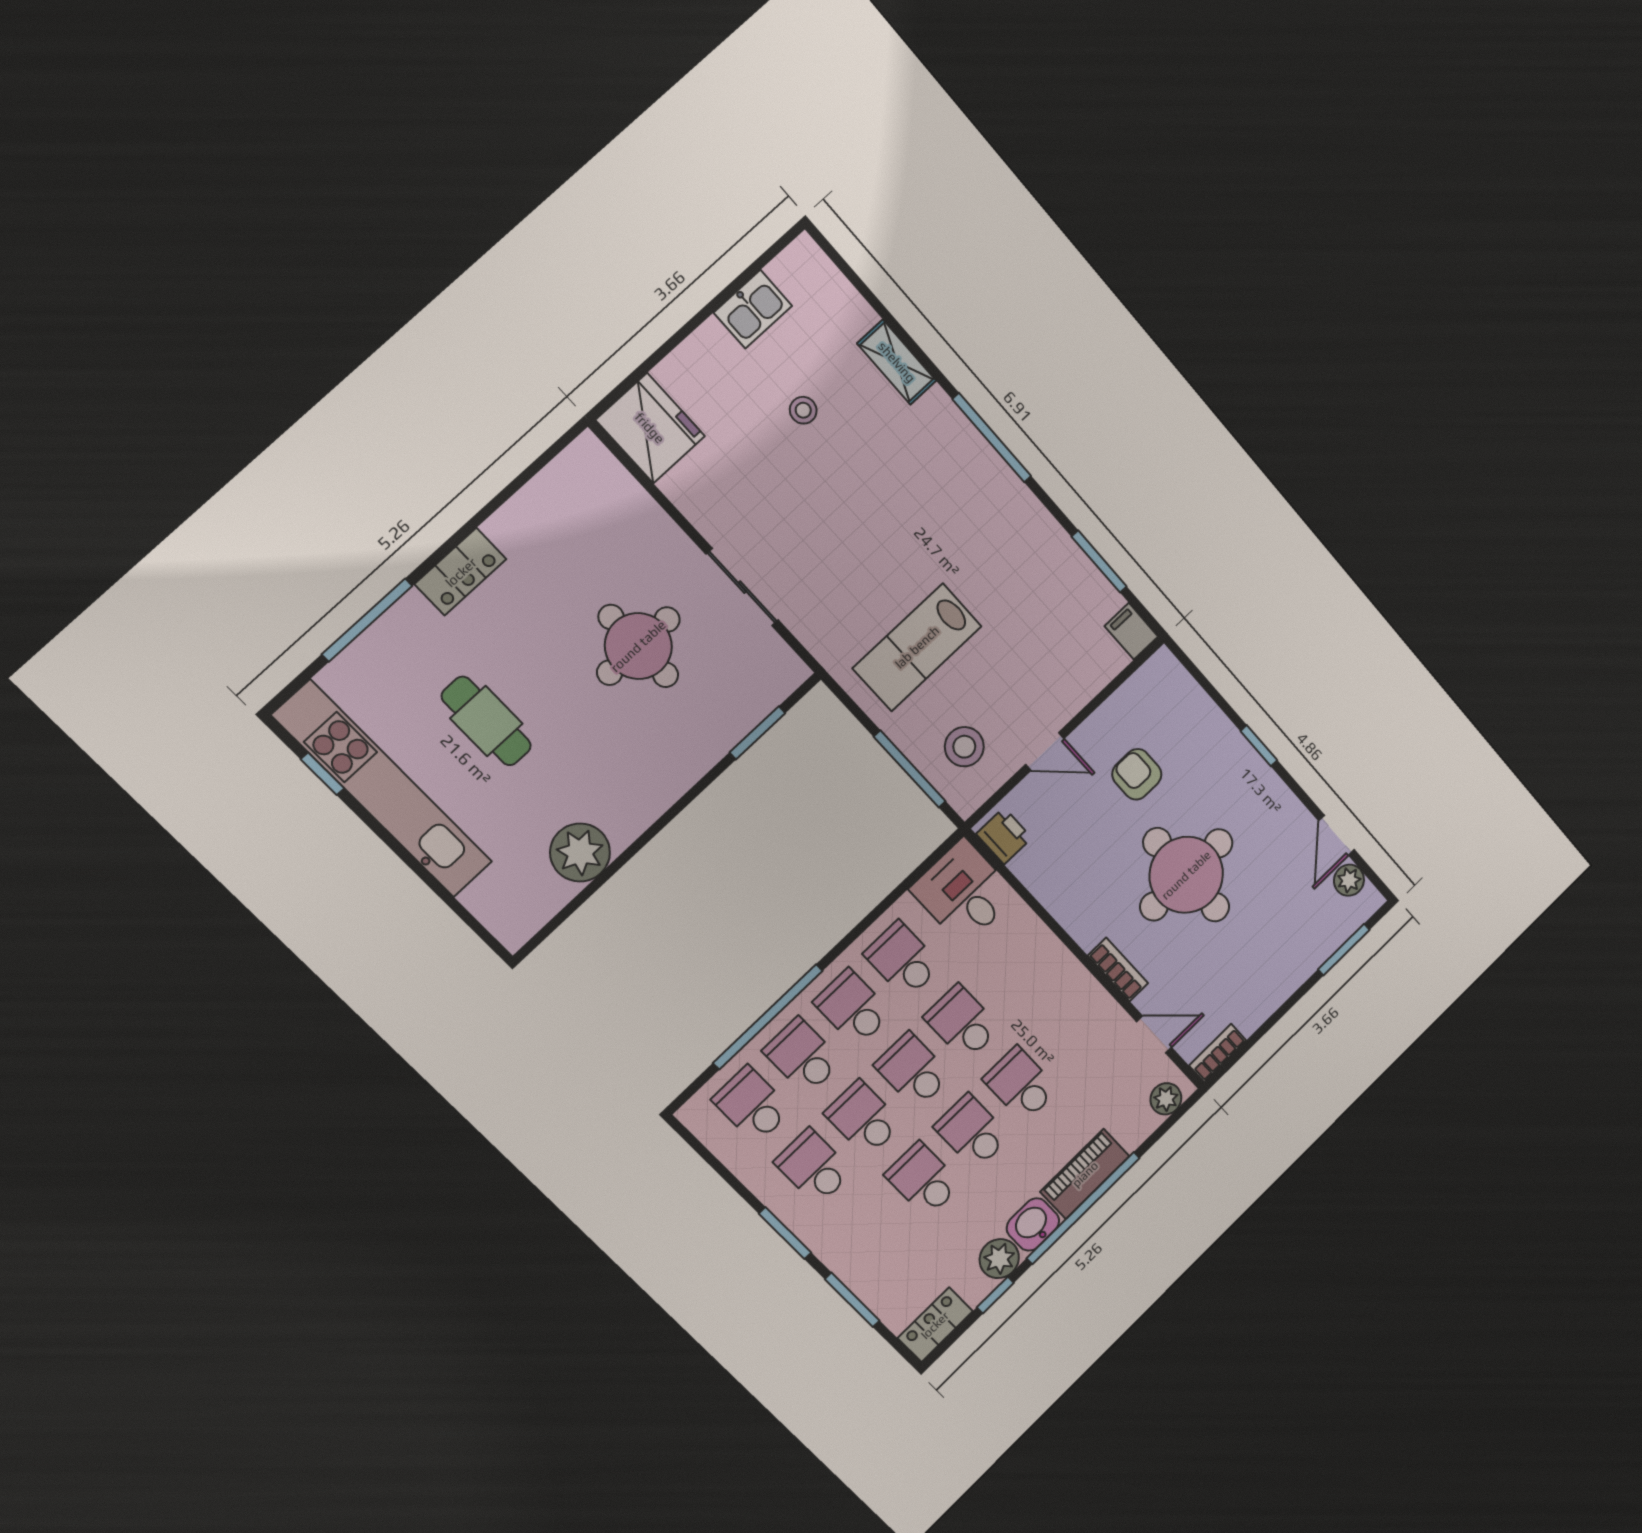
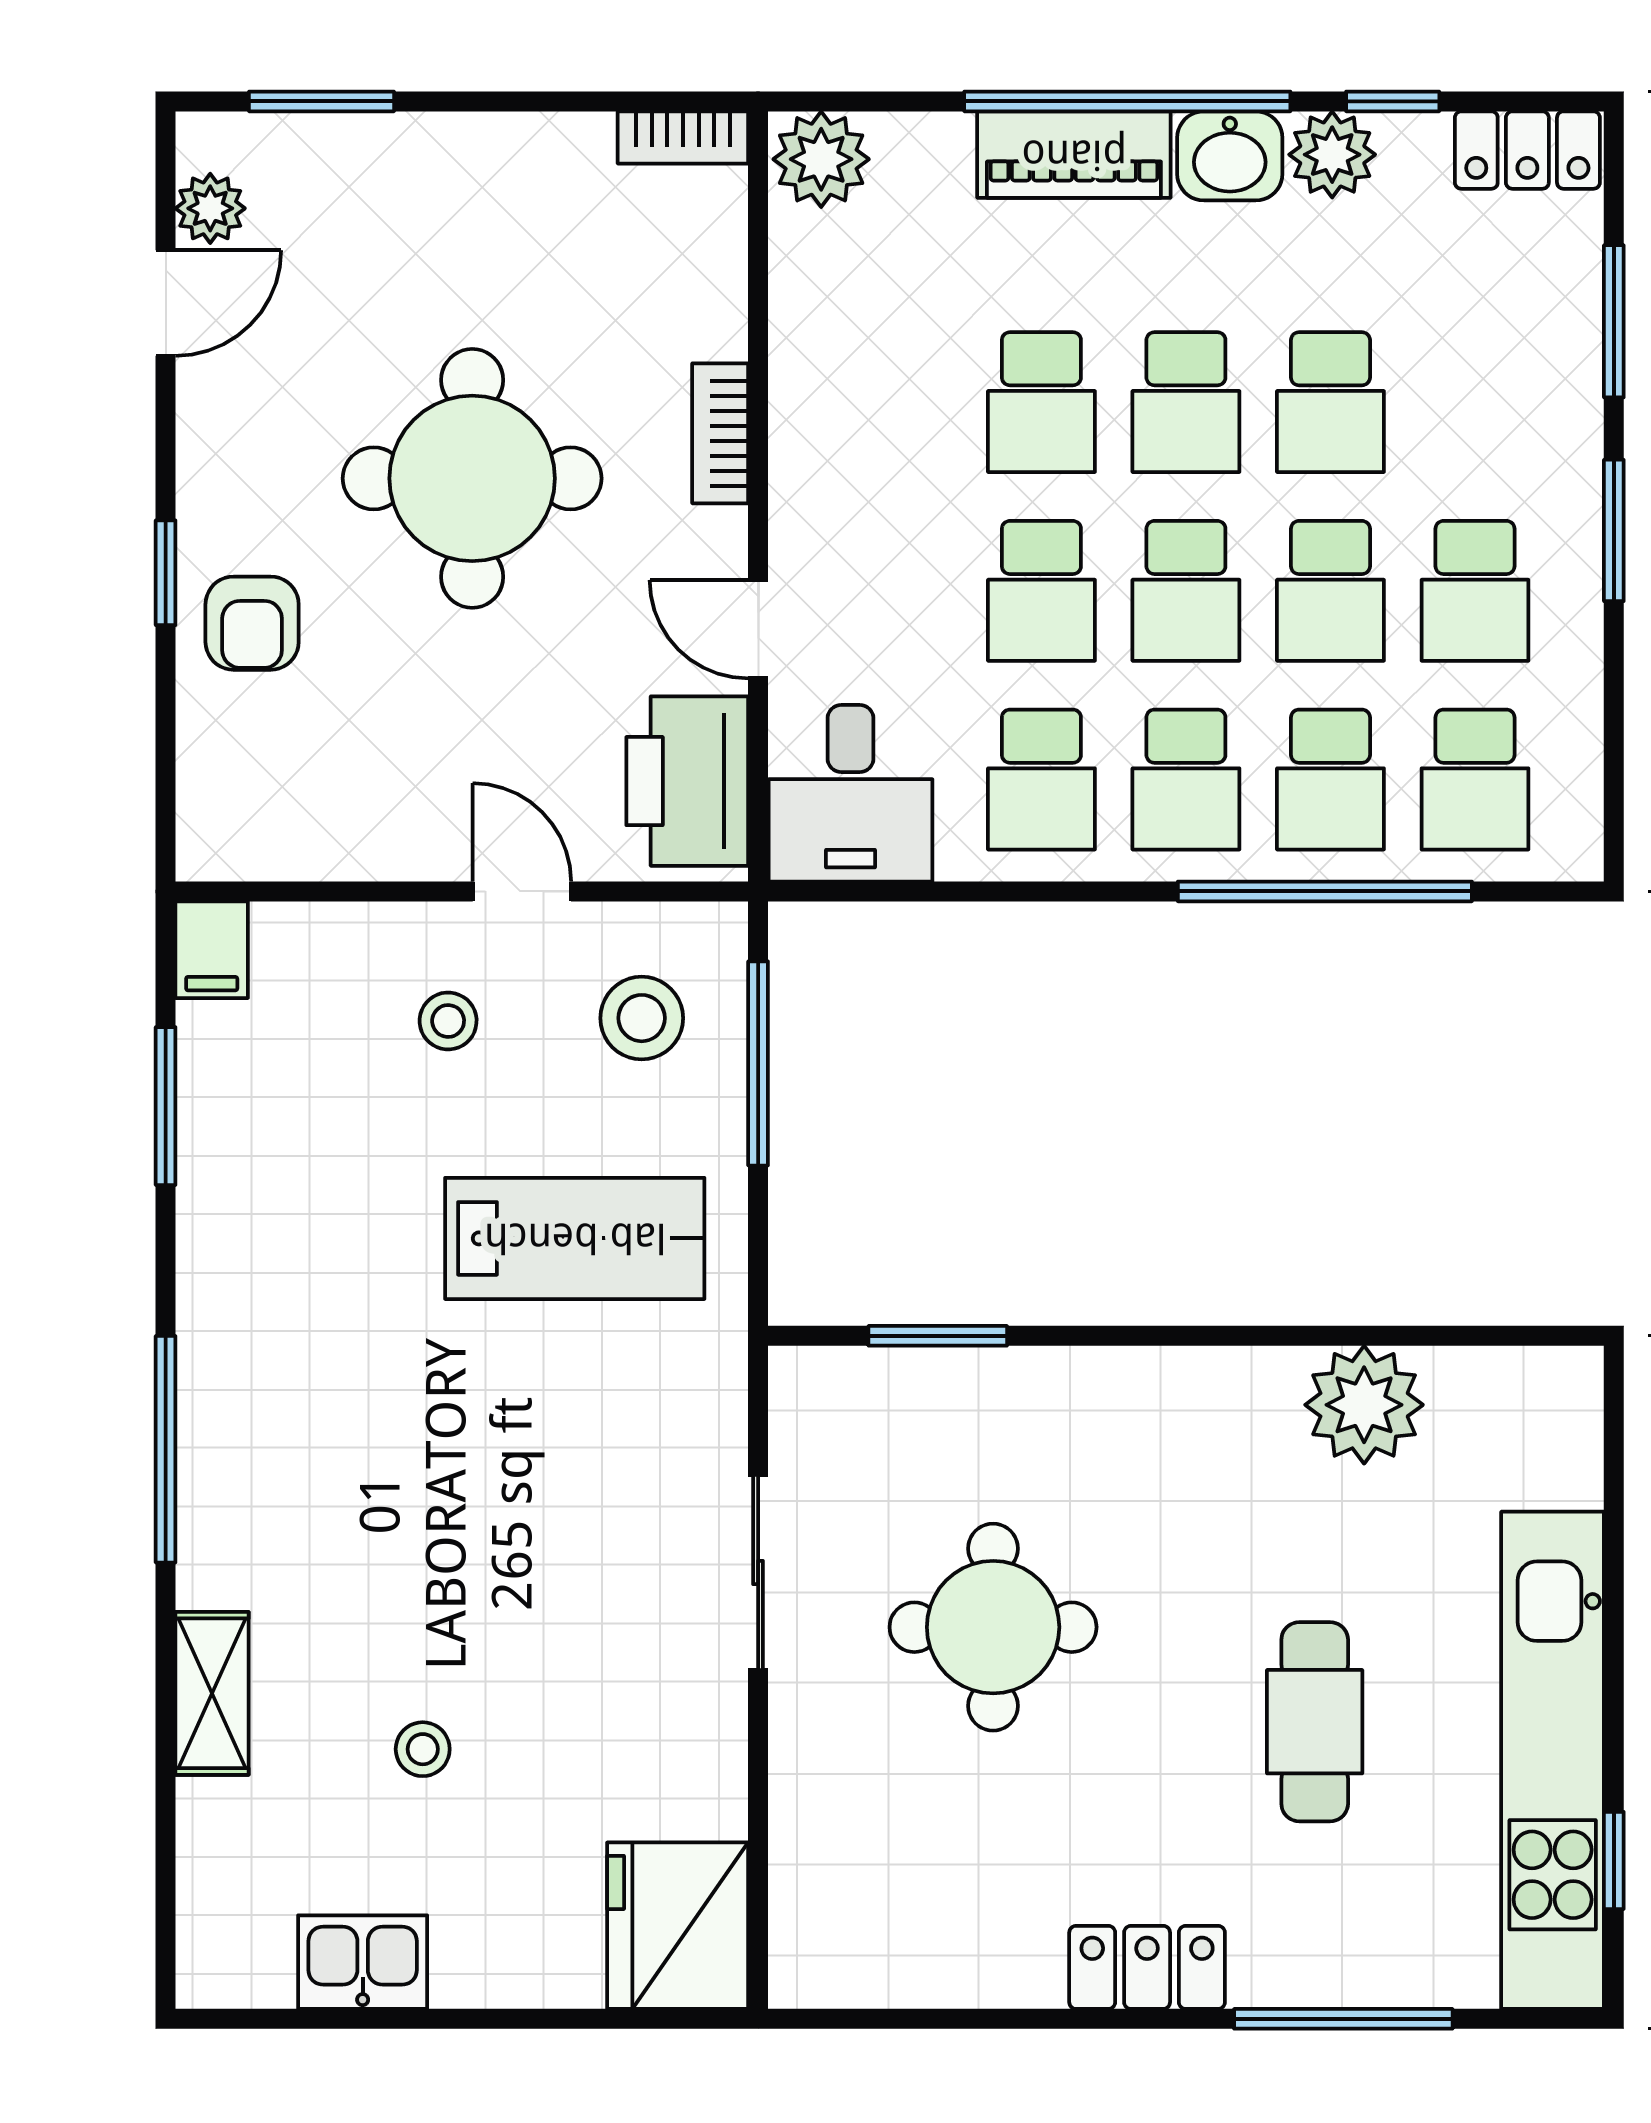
stool: (1030, 683) -> (448, 1021), added
armchair: (1137, 774) -> (252, 623), moved
printer: (1004, 836) -> (687, 781), width x1.87, depth x1.48
door: (1154, 1034) -> (758, 629), moved
plant: (1166, 1099) -> (821, 159), width x1.38, depth x1.38

